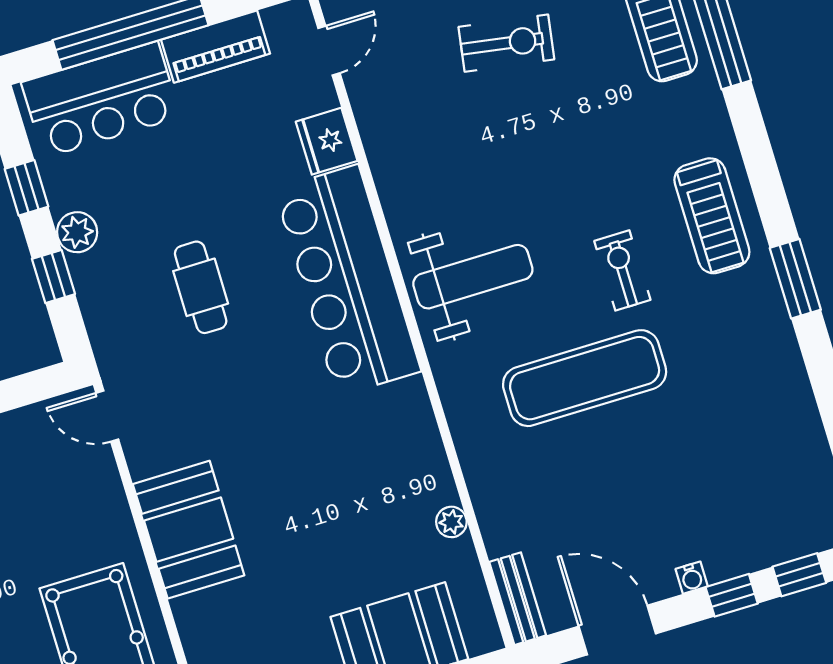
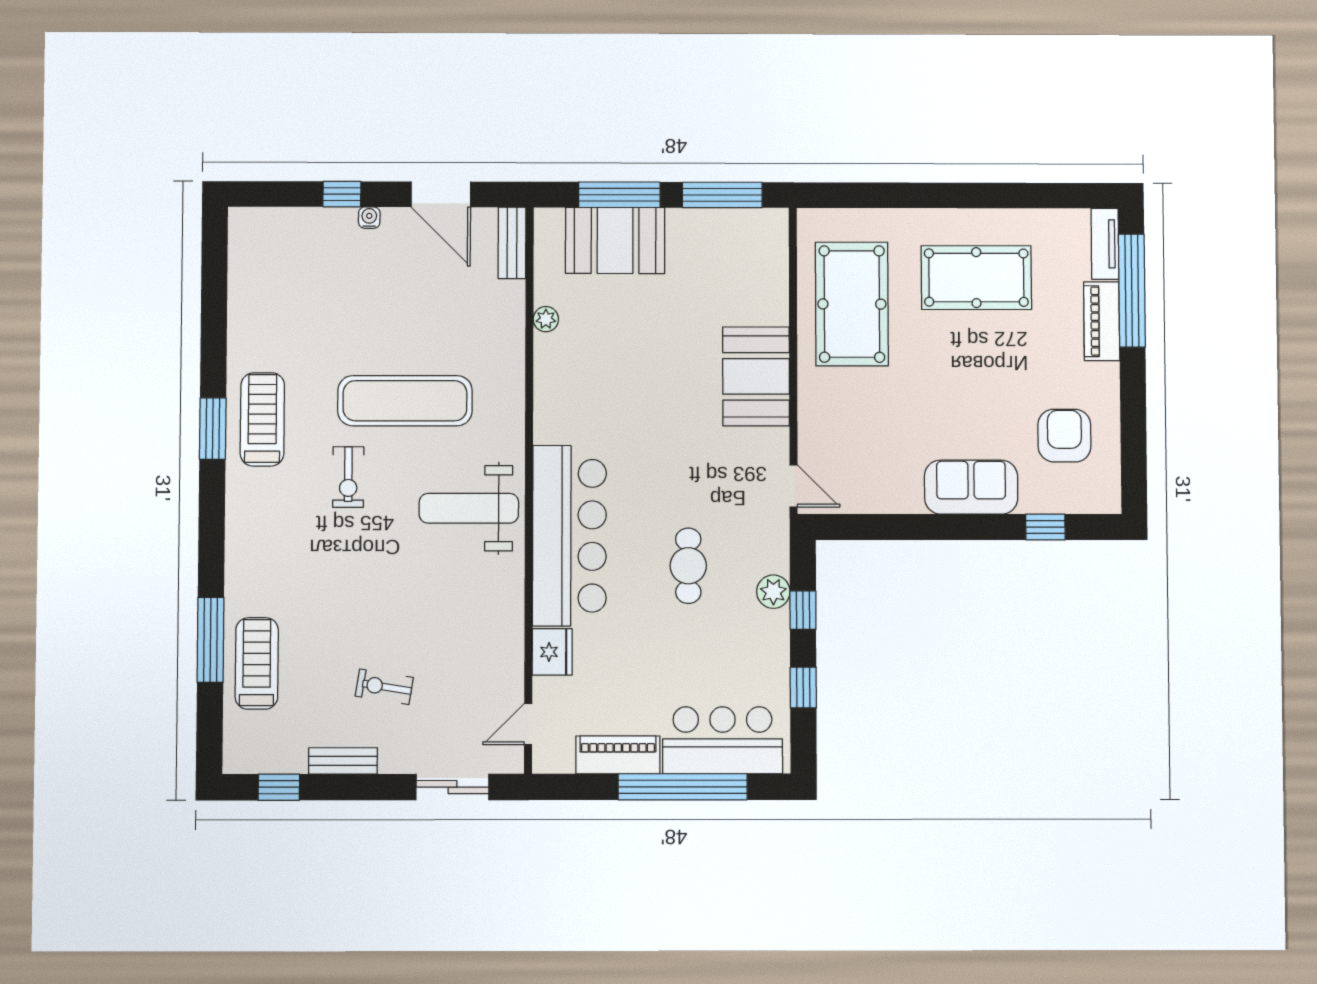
exercise bike: (506, 43) -> (384, 687), width x0.73, depth x0.72
treadmill: (712, 216) -> (262, 419), moved
plant: (77, 232) -> (773, 592), moved
window: (799, 575) -> (283, 194), removed

